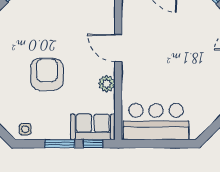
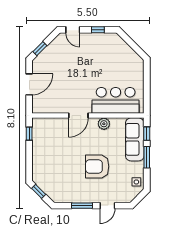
bar counter: (156, 122) -> (116, 100), moved, turned 90
sofa: (93, 127) -> (135, 139), width x1.36

